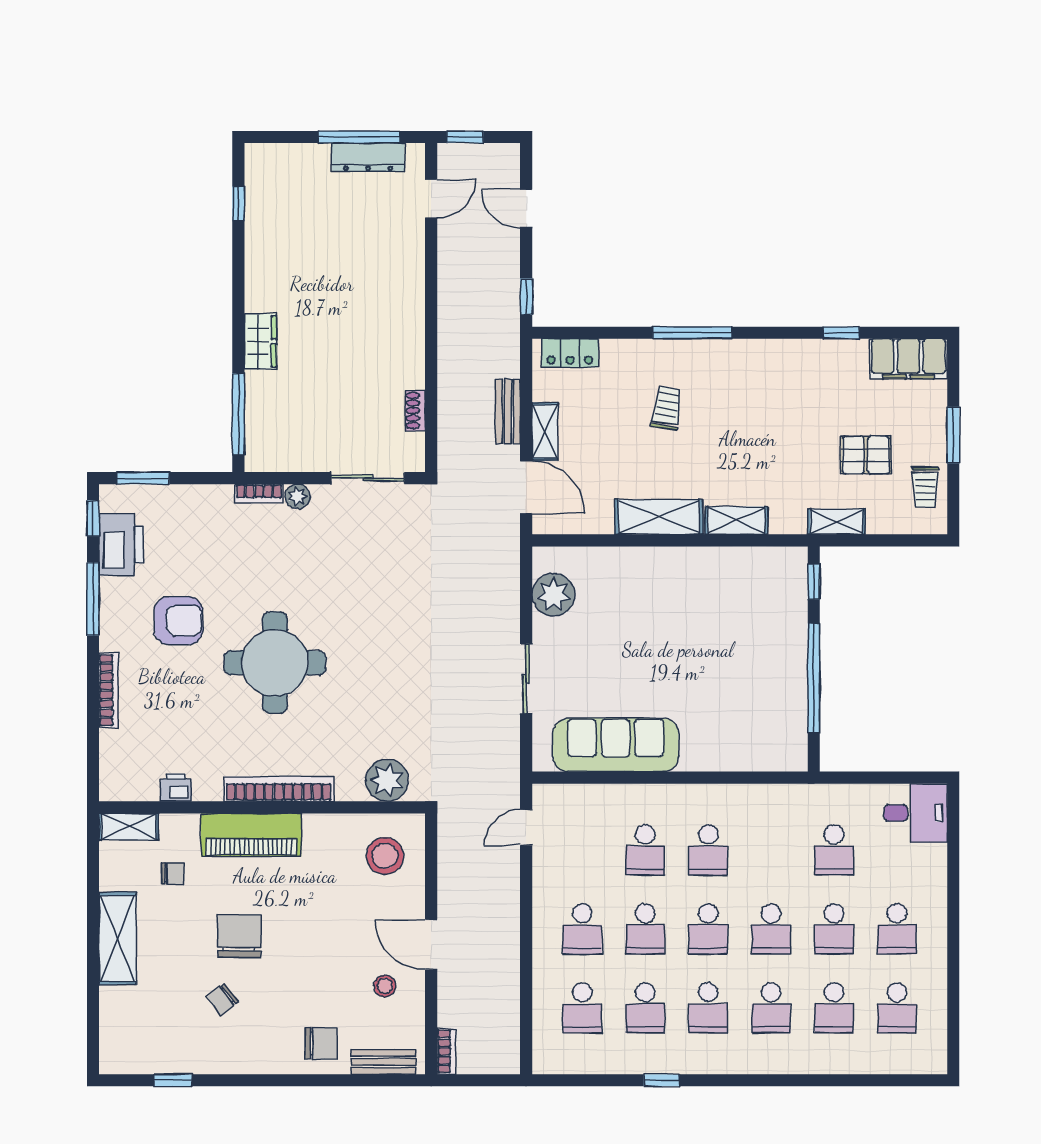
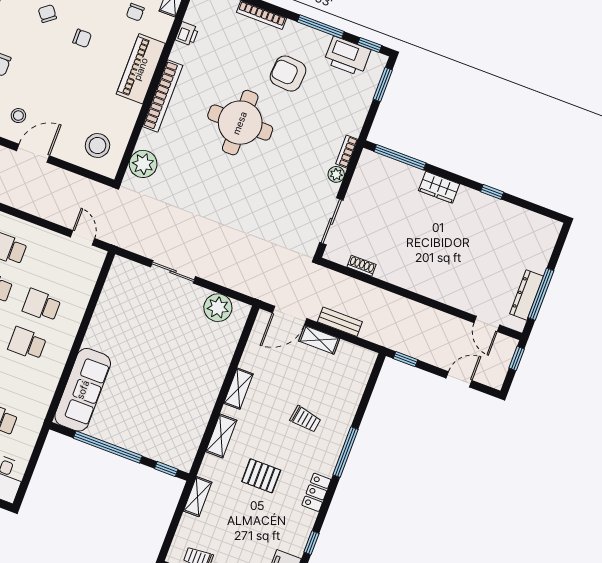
window: (238, 204) -> (492, 192), moved
locker: (570, 353) -> (316, 492), moved
pallet: (866, 455) -> (261, 476), moved, turned 90
shelving: (659, 517) -> (238, 389), width x0.67, depth x0.75
armchair: (178, 620) -> (288, 74), turned 94
sofa: (616, 745) -> (83, 390), moved
chair: (239, 936) -> (82, 38), width x0.54, depth x0.54

